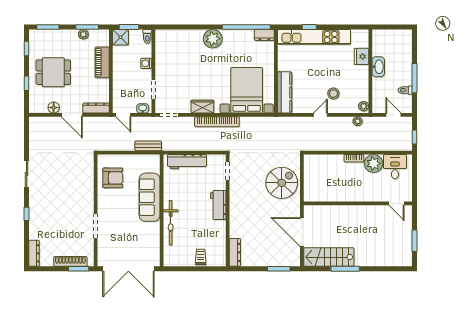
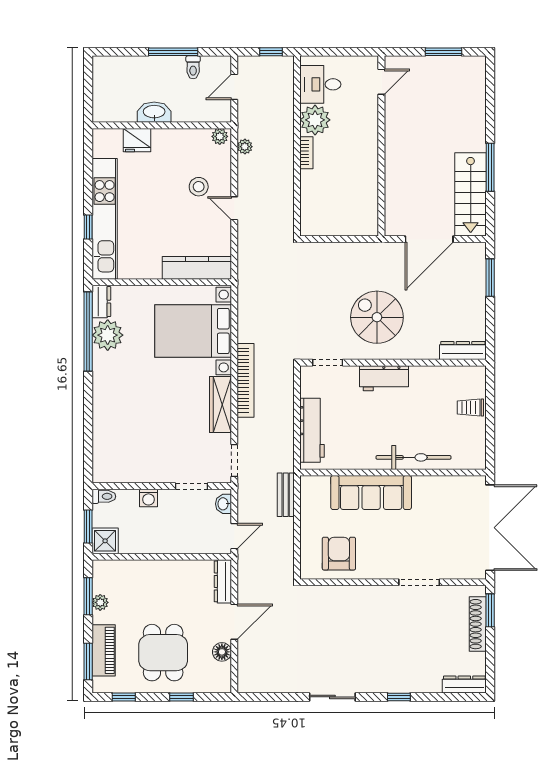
plant: (213, 39) -> (108, 335), moved
piano: (102, 62) -> (104, 650), moved, turned -90
wardrobe: (202, 107) -> (220, 405), width x1.50
spiral stairs: (282, 183) -> (377, 317), moved

